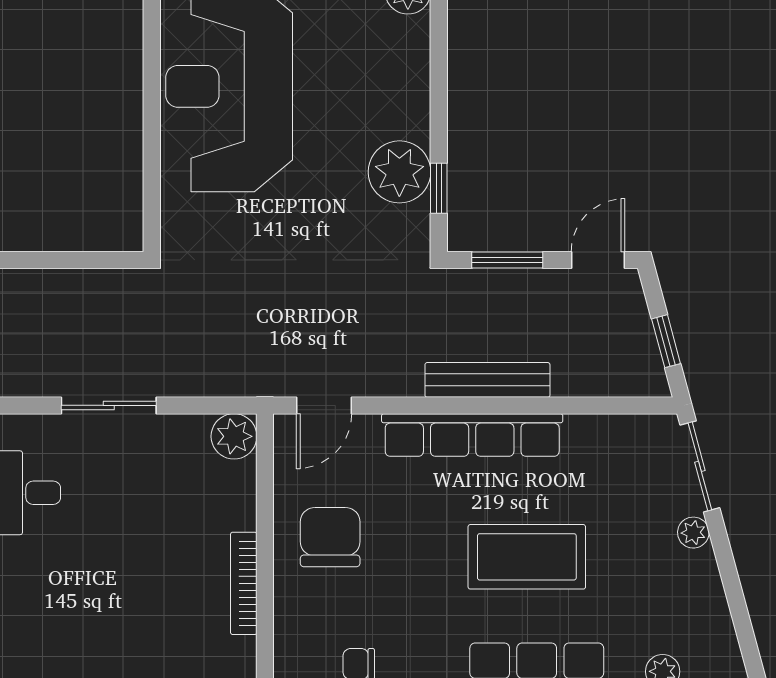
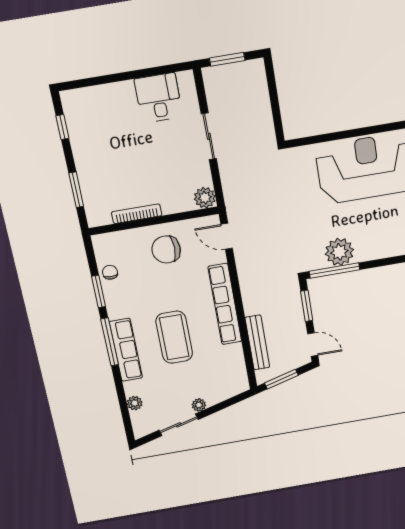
window: (439, 188) -> (334, 270), width x2.17
window: (666, 341) -> (281, 379), width x1.50
bench: (487, 380) -> (257, 342), moved
sliding door: (700, 466) -> (179, 425), moved
chair: (330, 537) -> (166, 249), turned 180

